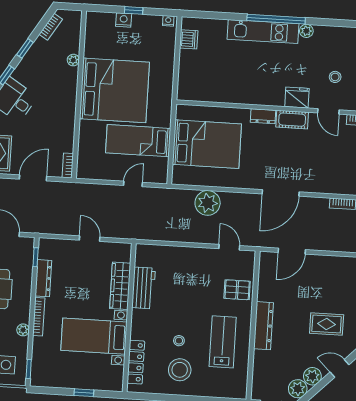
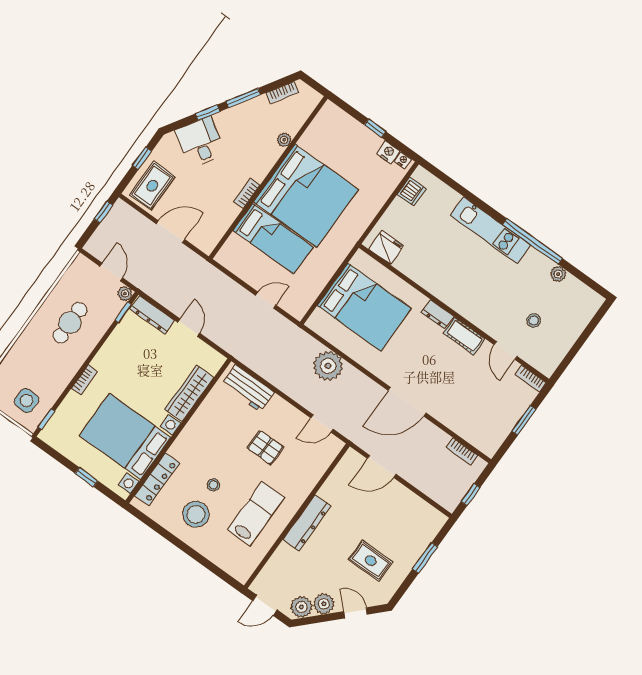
window: (276, 19) -> (532, 241), moved
nightstand: (124, 20) -> (388, 152), moved
plant: (306, 31) -> (558, 274), moved
window: (25, 48) -> (243, 98), width x1.50
fridge: (297, 98) -> (386, 248), moved
bed: (138, 141) -> (273, 239), moved, turned 180
bookcase: (68, 166) -> (247, 194), moved
door: (229, 247) -> (322, 423), swing flipped
dresser: (43, 278) -> (152, 315), moved, turned 90
workbench: (143, 288) -> (248, 388), moved, turned 90
pallet: (237, 290) -> (265, 448), moved
bookcase: (39, 317) -> (84, 380), width x0.64
plant: (23, 330) -> (125, 294), moved
bed with nightstands: (94, 336) -> (125, 436), width x1.36

